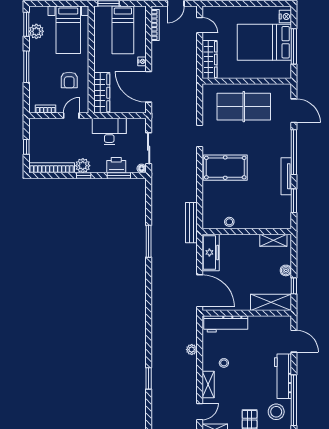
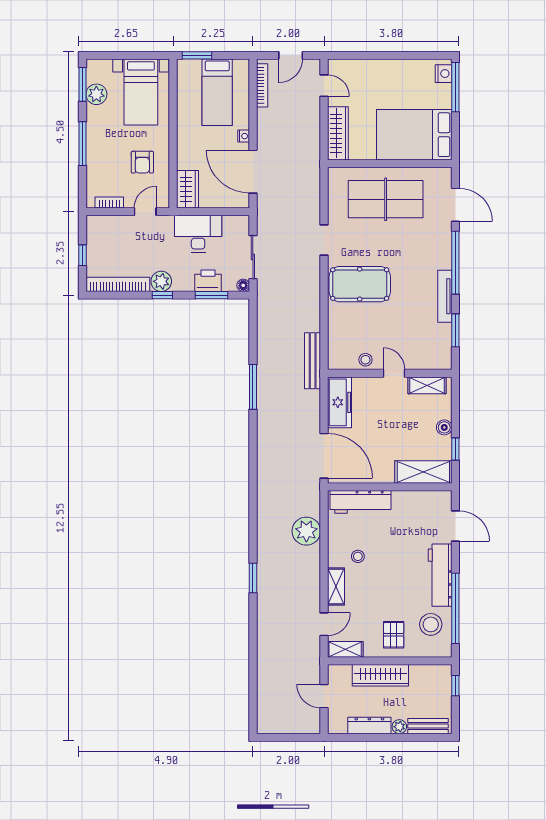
bed: (264, 42) -> (414, 135), moved
window: (294, 46) -> (455, 87), moved
wardrobe: (102, 93) -> (188, 189), width x0.67
door: (250, 232) -> (394, 373), added
plant: (192, 350) -> (306, 531), width x1.88, depth x1.88

